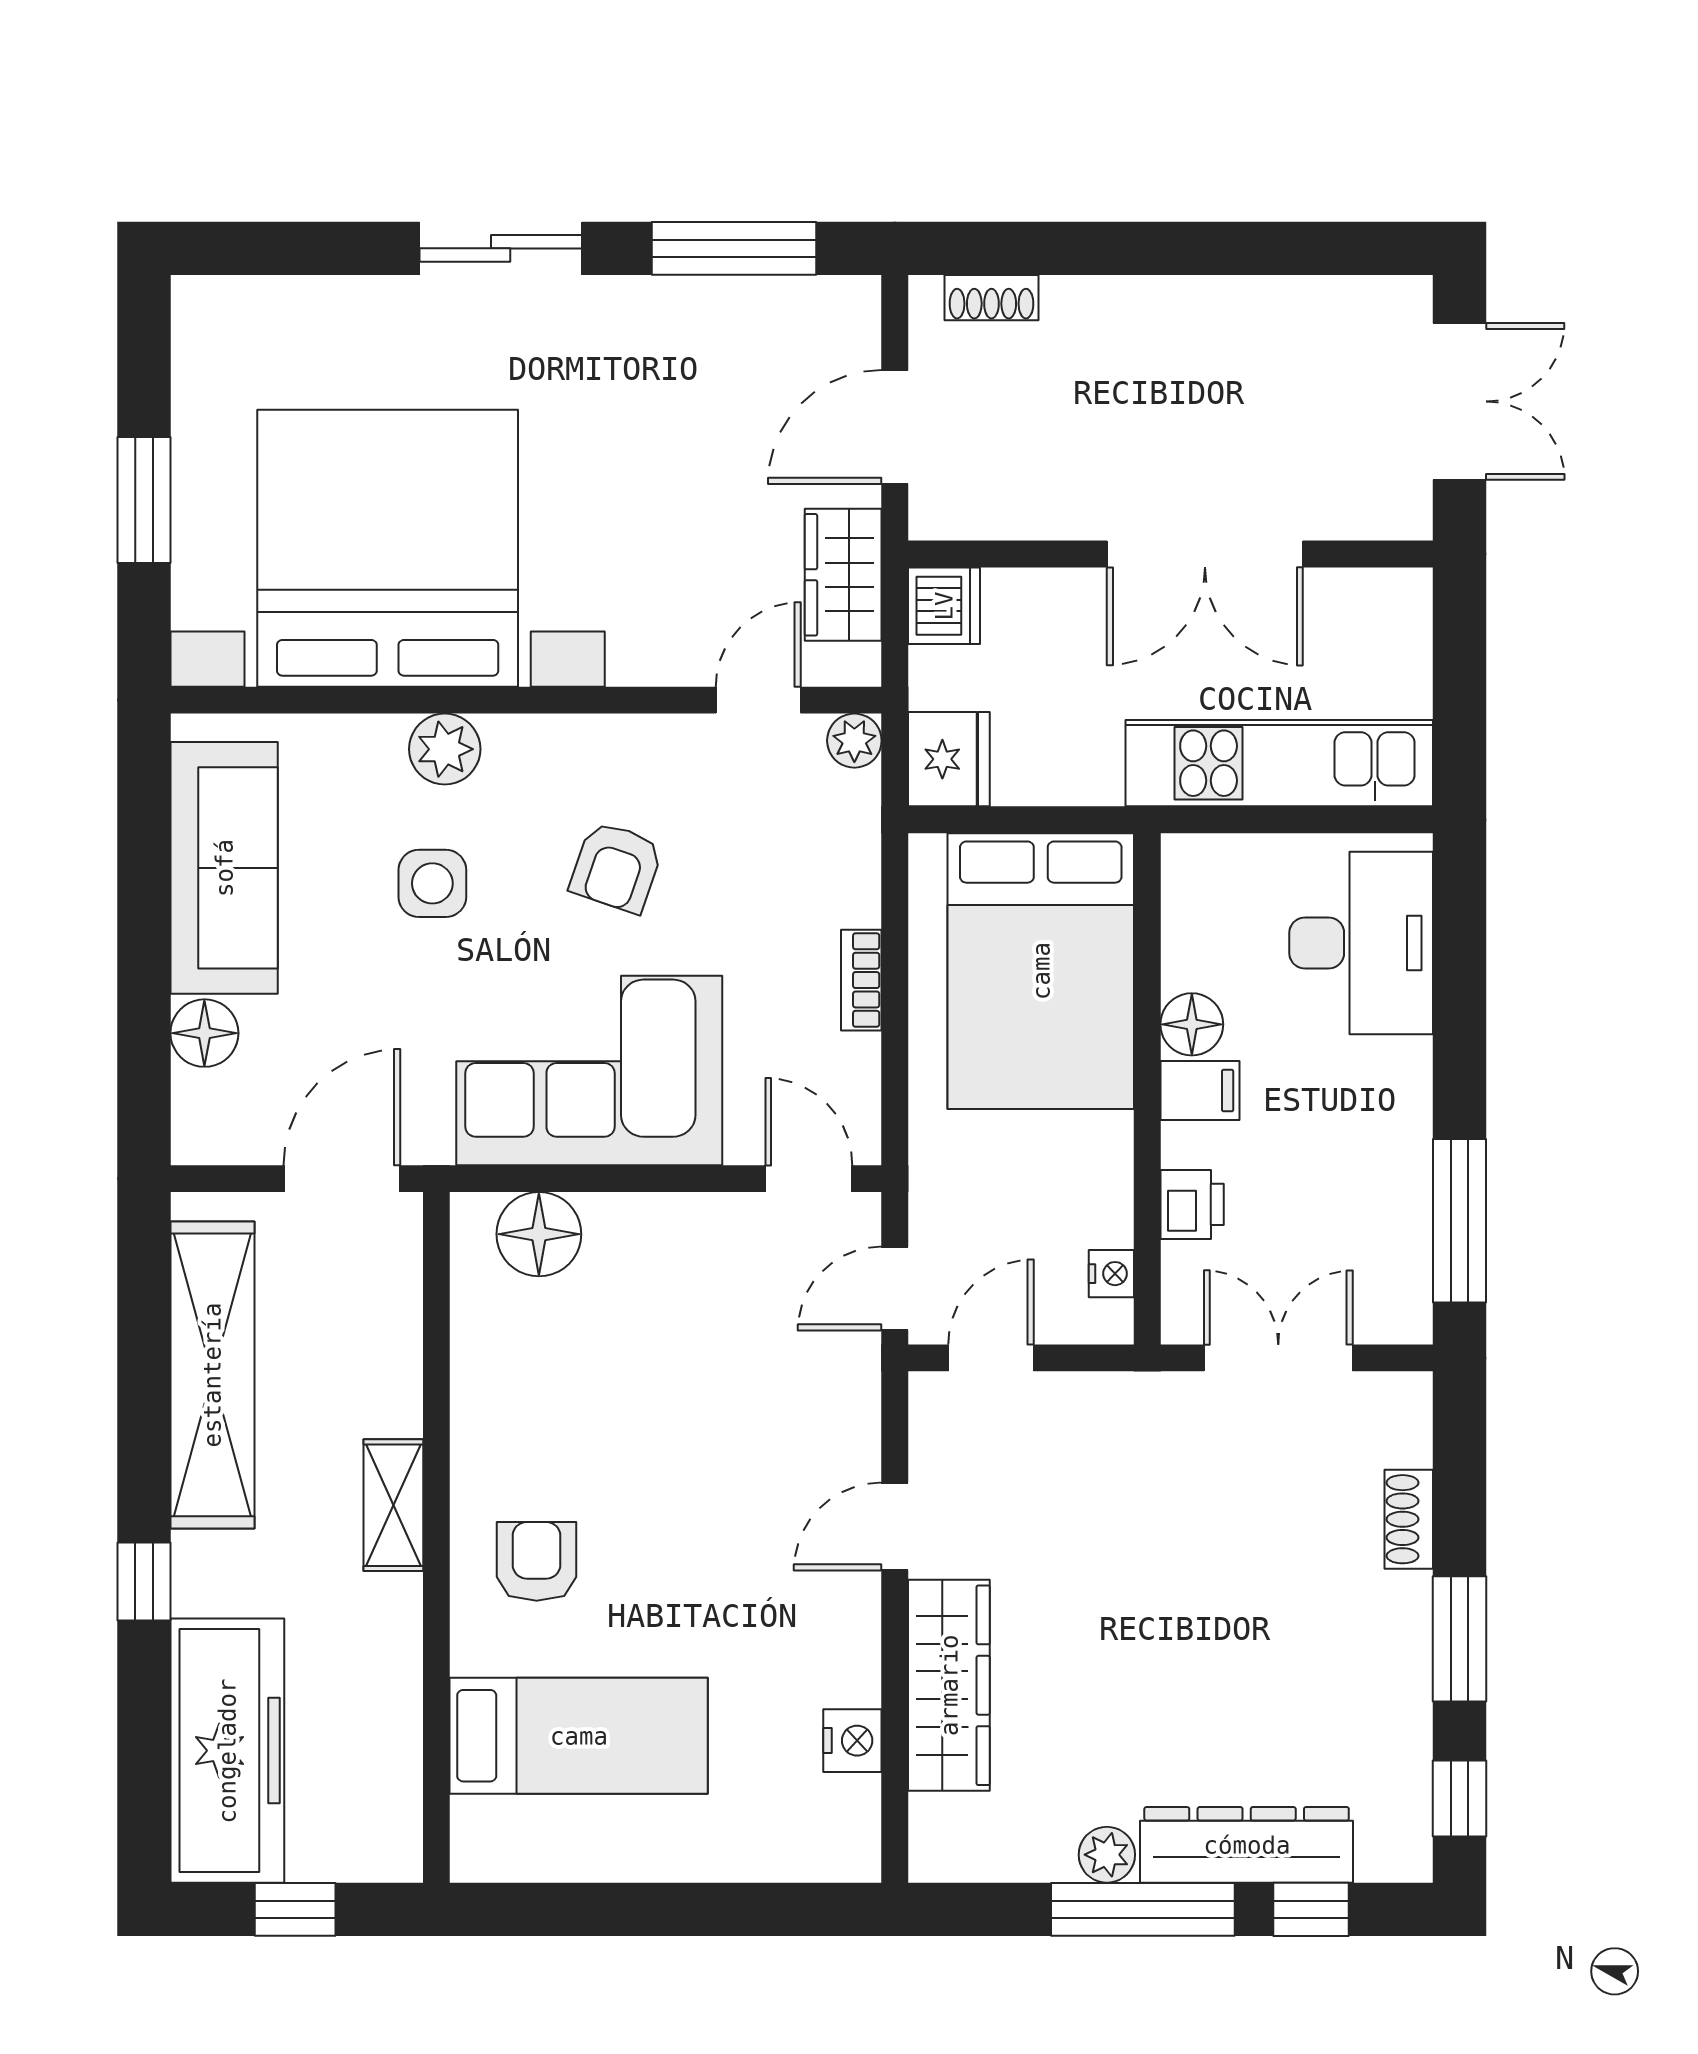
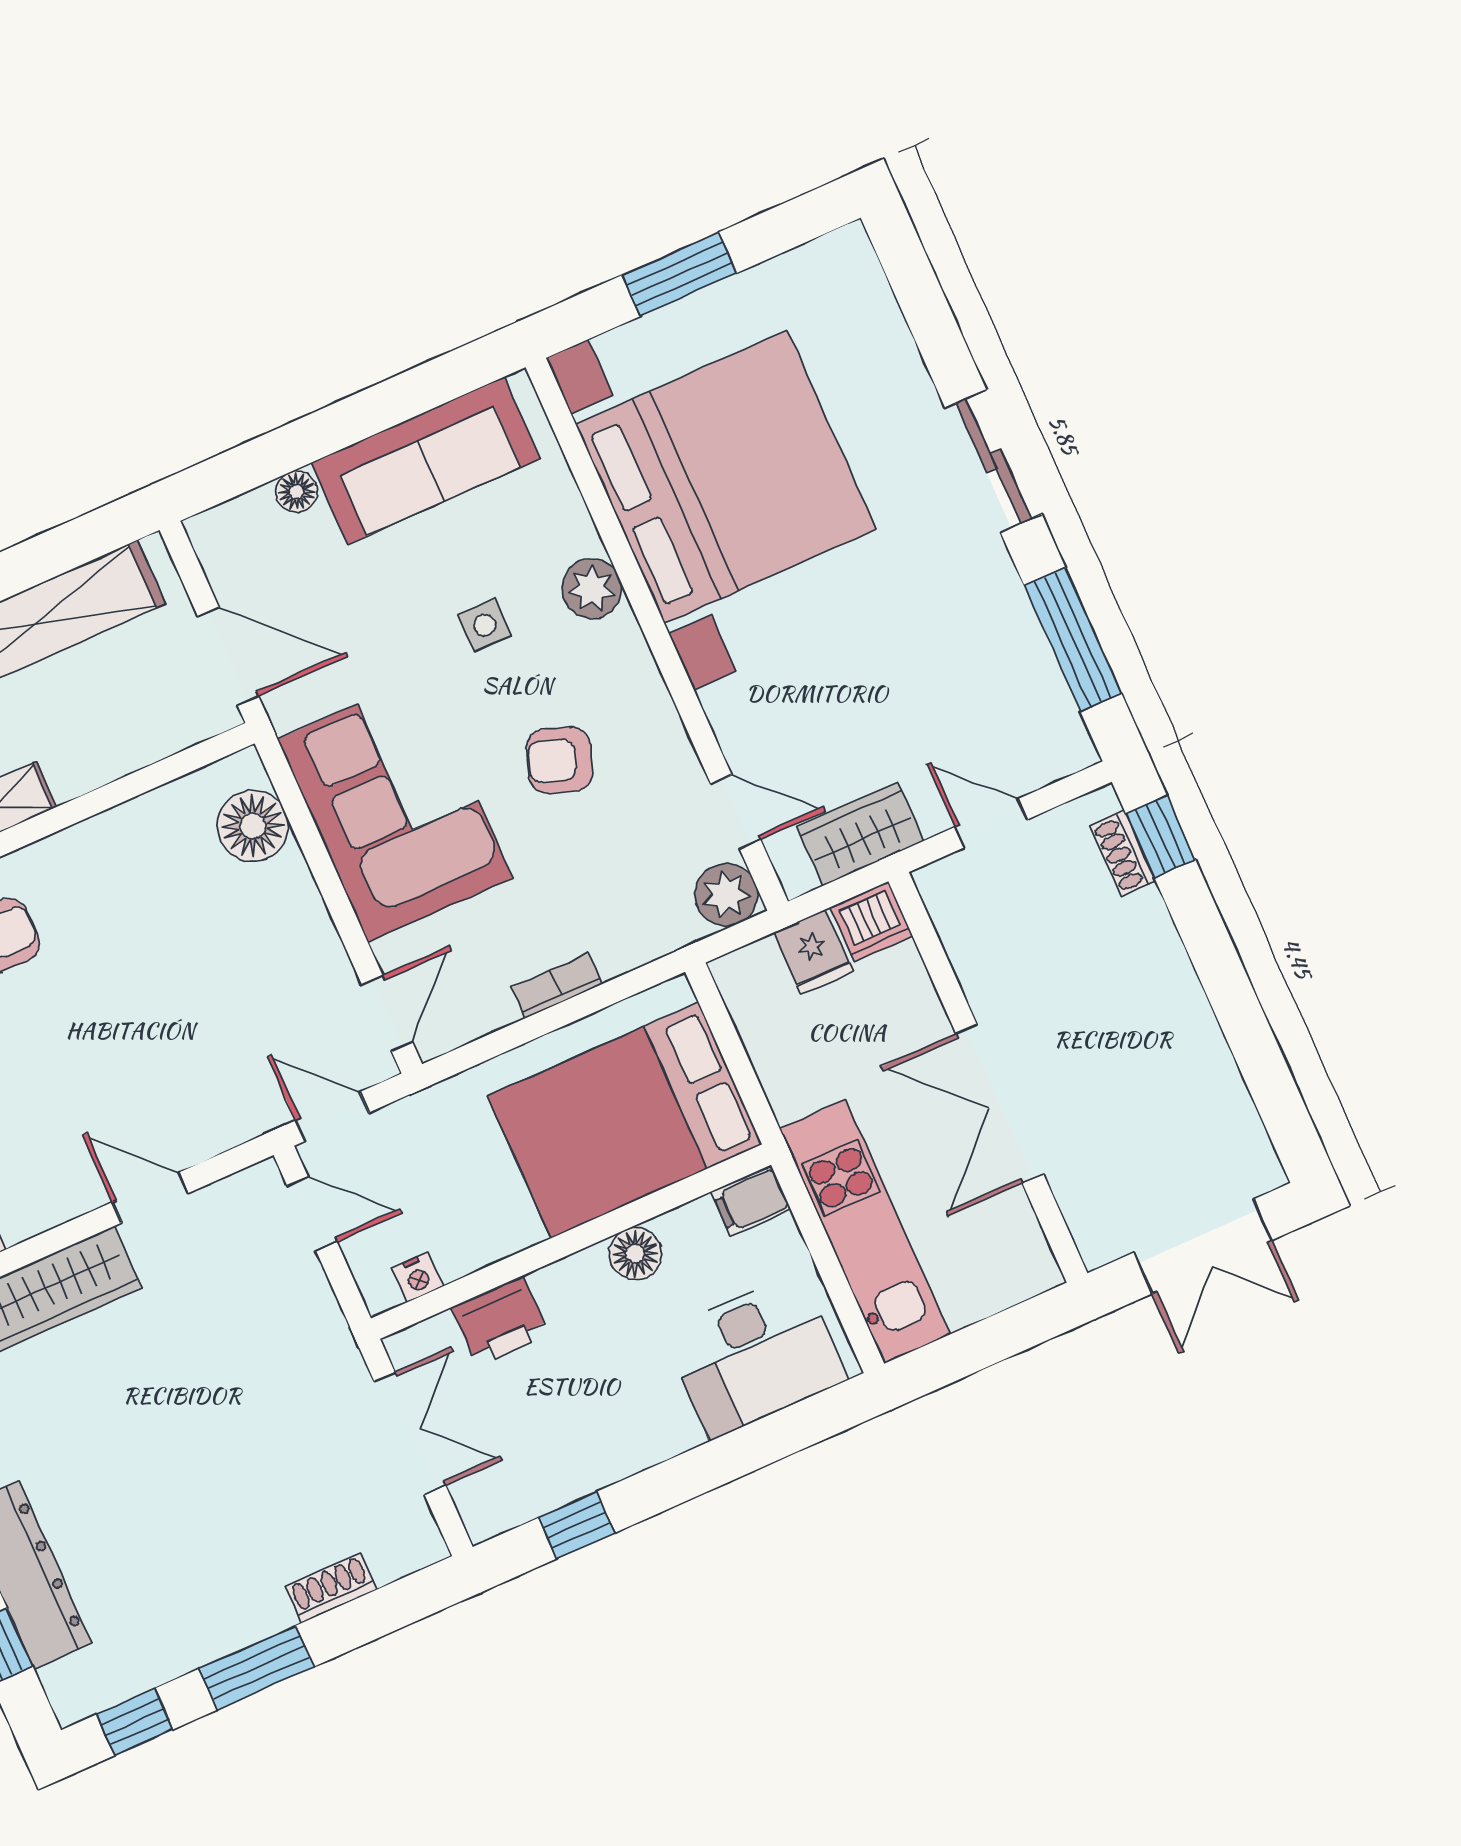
window: (992, 248) -> (1161, 837), added
door: (895, 427) -> (991, 823), width x0.73
plant: (854, 741) -> (726, 895), width x1.38, depth x1.38
fridge: (949, 759) -> (813, 952), moved, width x0.72
side table: (432, 883) -> (485, 625), width x0.73, depth x0.73
floor lamp: (204, 1033) -> (297, 492), width x0.73, depth x0.73
filing cabinet: (1200, 1091) -> (751, 1201), moved, turned 90
printer: (1192, 1204) -> (500, 1321), width x1.36, depth x1.24
window: (1459, 1221) -> (576, 1525), width x0.46

